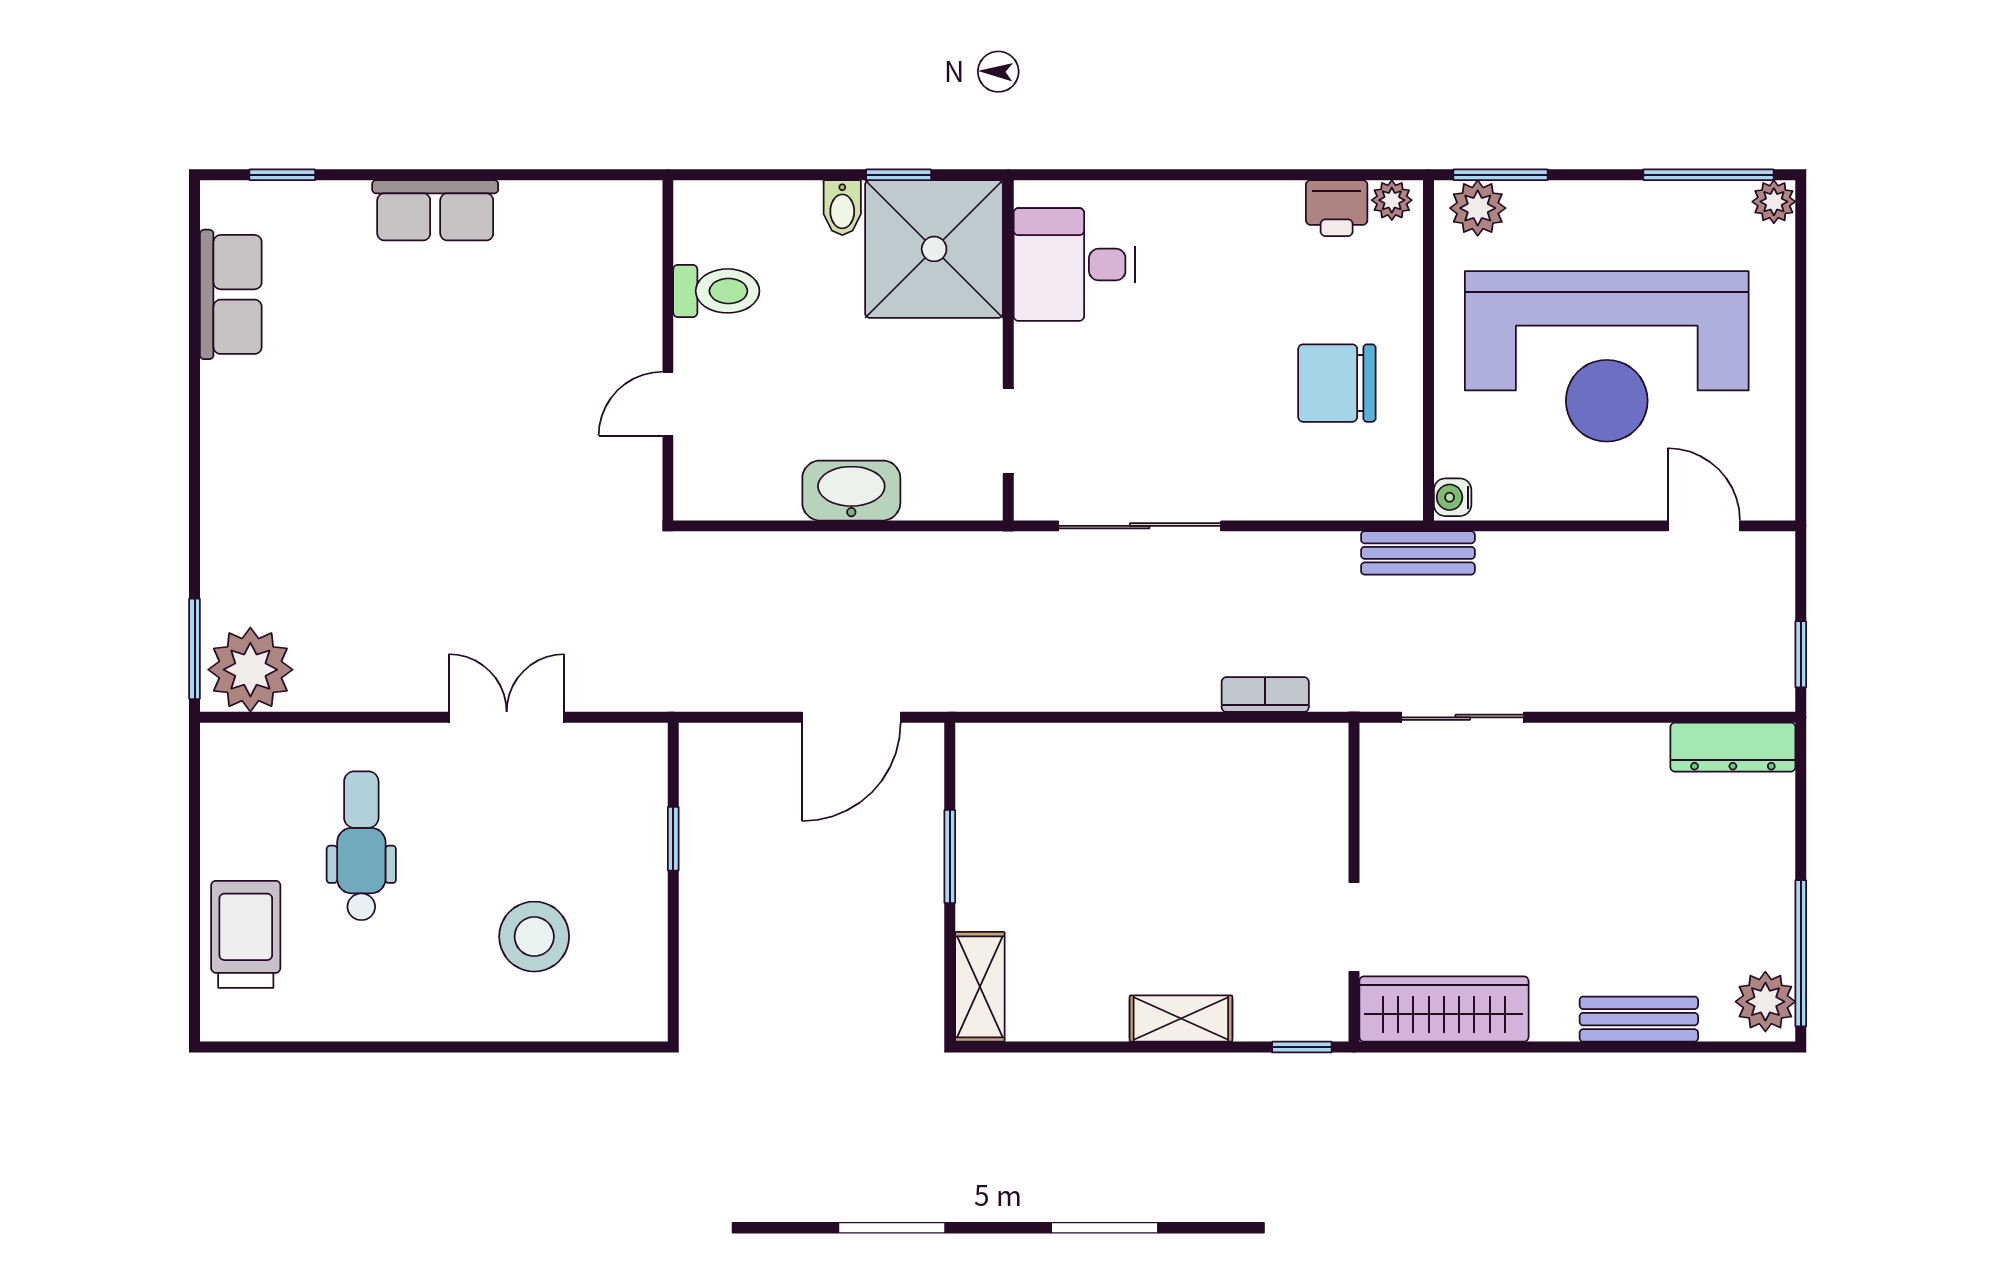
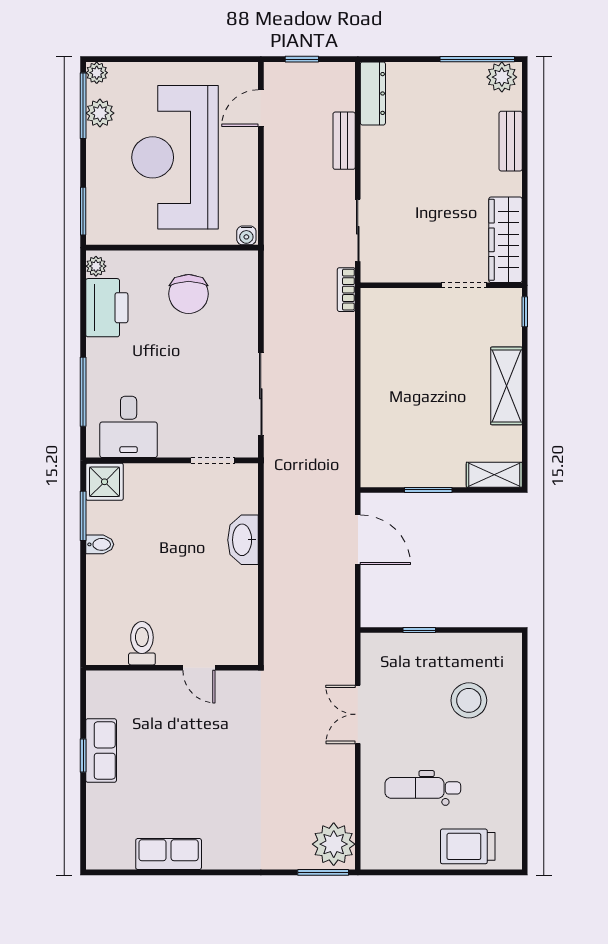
window: (282, 175) -> (83, 756), moved
window: (899, 175) -> (83, 516), width x1.50
window: (1144, 175) -> (83, 392), added
printer: (1337, 208) -> (107, 308), width x1.87, depth x1.48
plant: (1478, 208) -> (100, 113), moved
shower: (934, 249) -> (105, 482), width x0.54, depth x0.54
toilet: (716, 291) -> (142, 643), moved
row of seats: (231, 294) -> (169, 854), moved
wall: (668, 350) -> (172, 668), moved
reception desk: (1607, 356) -> (175, 157), turned 180
door: (668, 404) -> (199, 668), moved
bench: (1418, 553) -> (344, 141), moved
window: (1801, 654) -> (302, 59), moved
bookcase: (1265, 695) -> (346, 290), moved
shelving: (1181, 1019) -> (506, 386), width x1.50, depth x1.33

